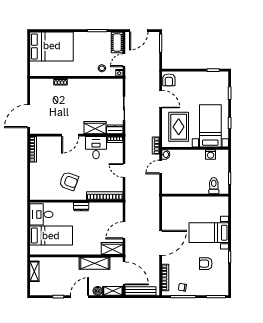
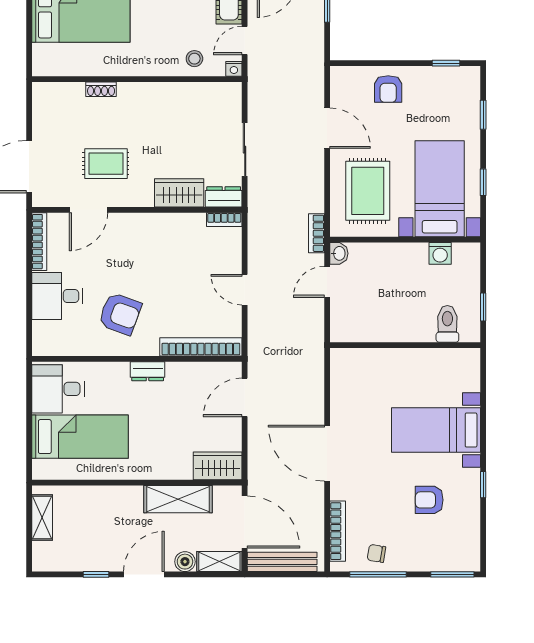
armchair: (169, 80) -> (388, 89), moved
rug: (63, 115) -> (106, 164), added
door: (70, 135) -> (88, 210), moved
desk: (96, 148) -> (57, 296), moved, turned -90
door: (124, 230) -> (245, 397), moved
door: (161, 243) -> (327, 453), swing flipped

